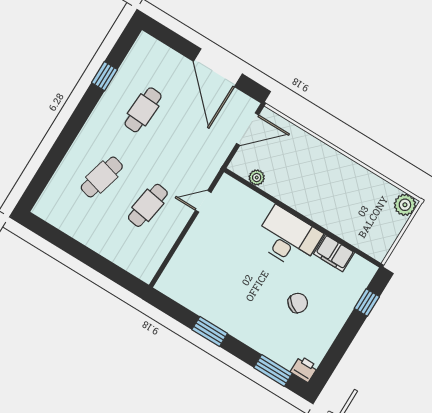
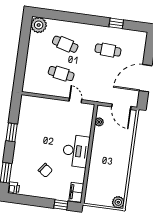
plant: (50, 207) -> (39, 25), added
filing cabinet: (334, 253) -> (76, 192), moved

